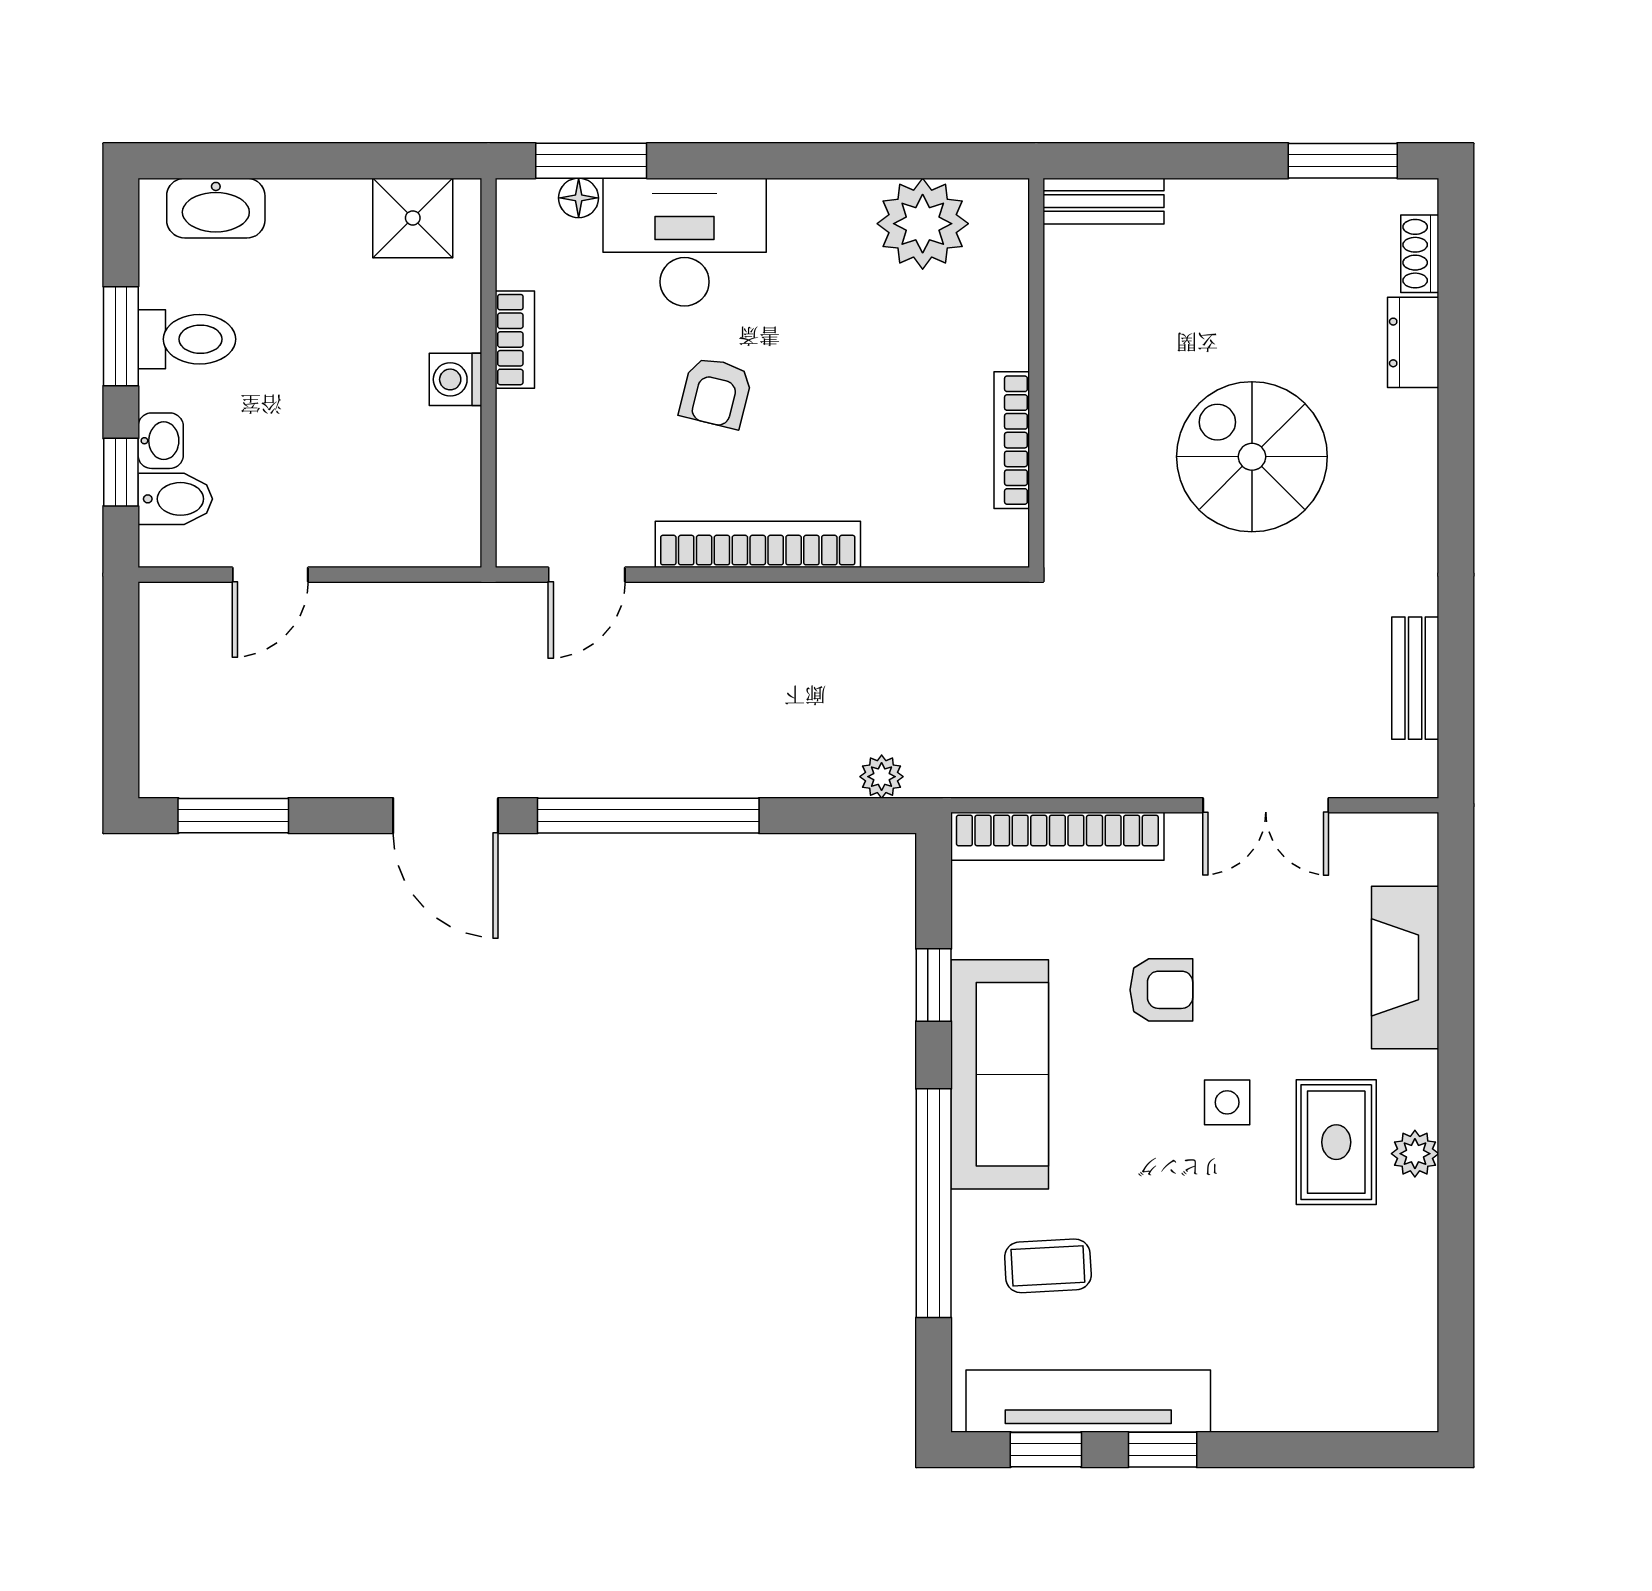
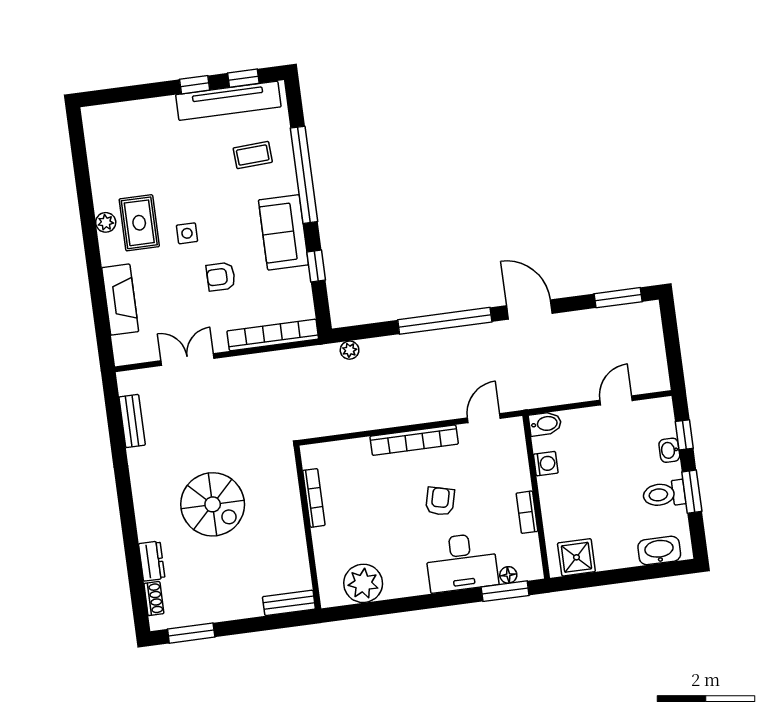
washing machine: (455, 379) -> (546, 464), moved
bidet: (175, 499) -> (545, 424), moved, turned 180
sofa: (1000, 1074) -> (284, 232), width x0.73

